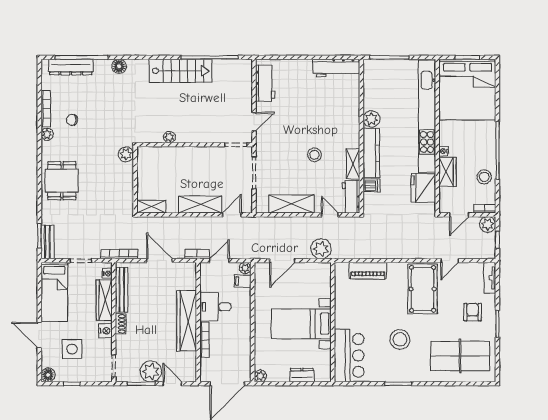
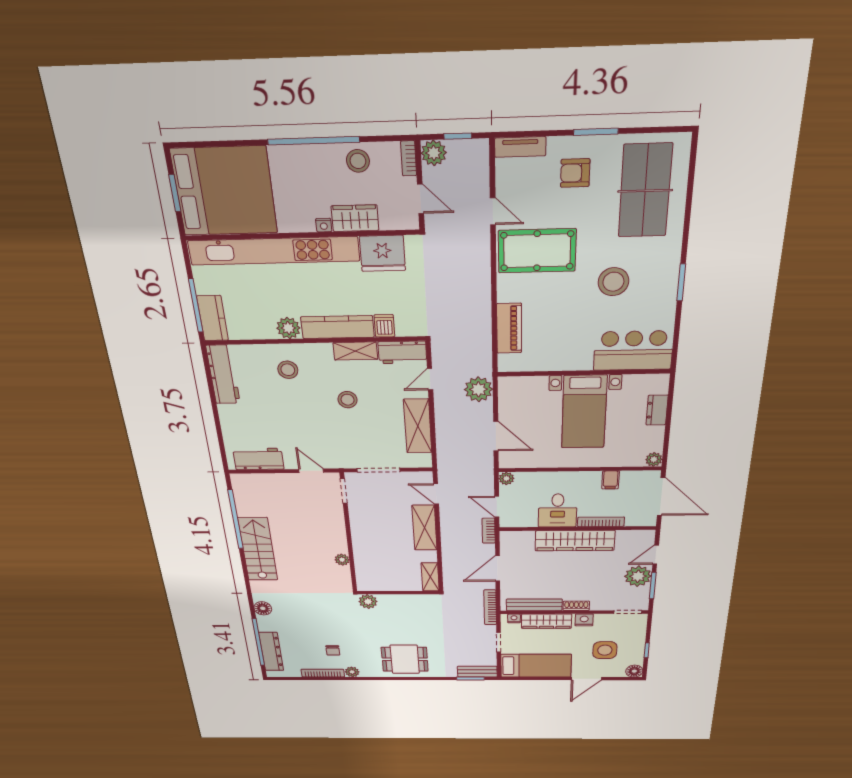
kitchen counter: (380, 67) -> (213, 318), added
stool: (339, 115) -> (288, 370), added
filing cabinet: (243, 281) -> (611, 480), moved

